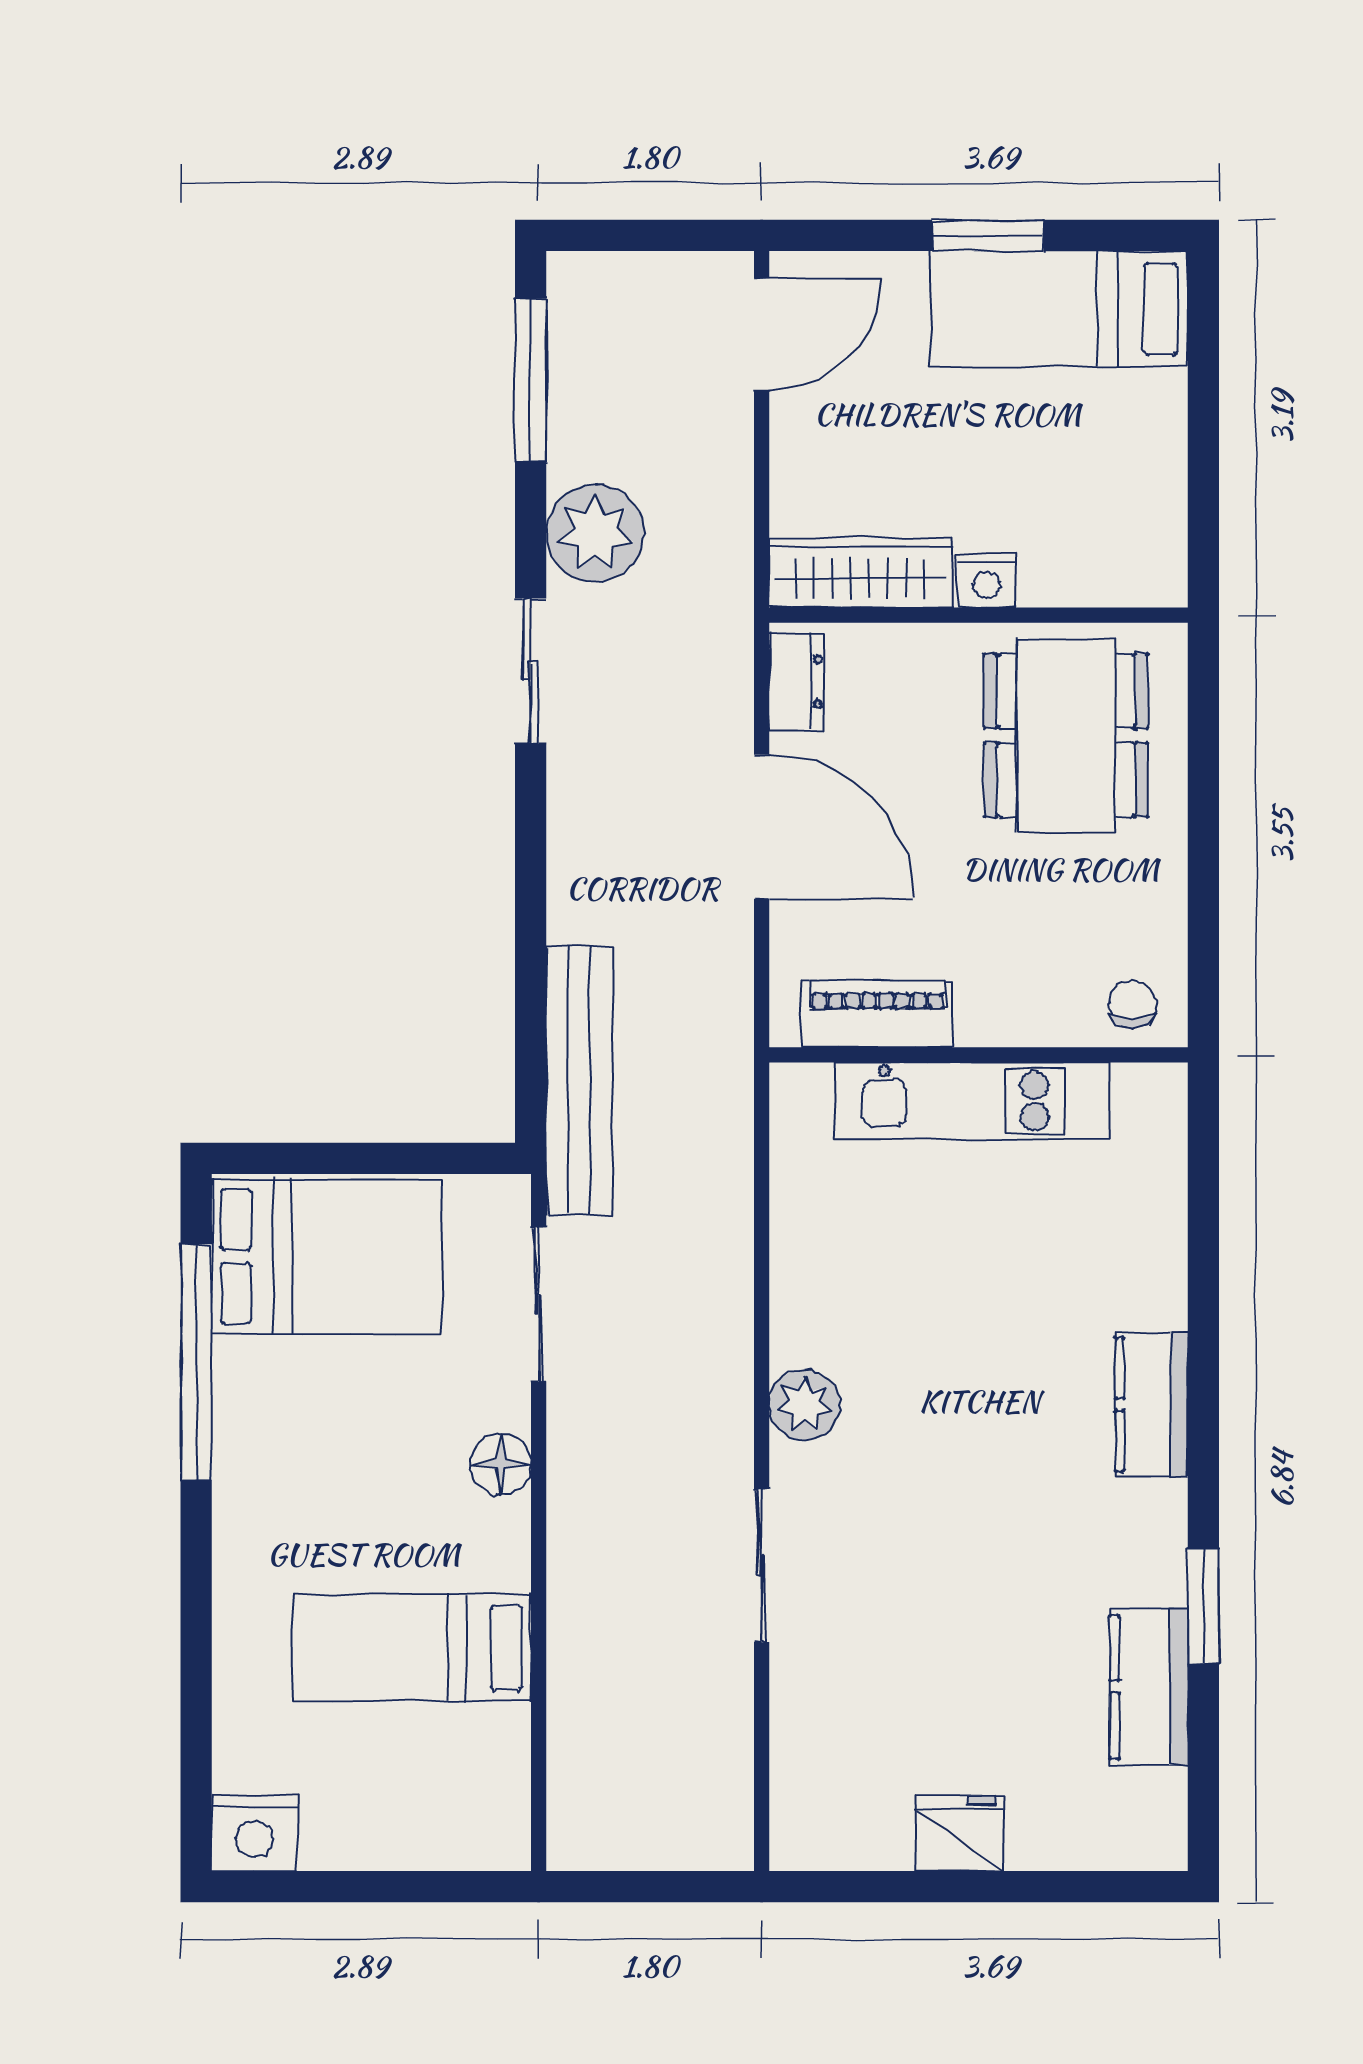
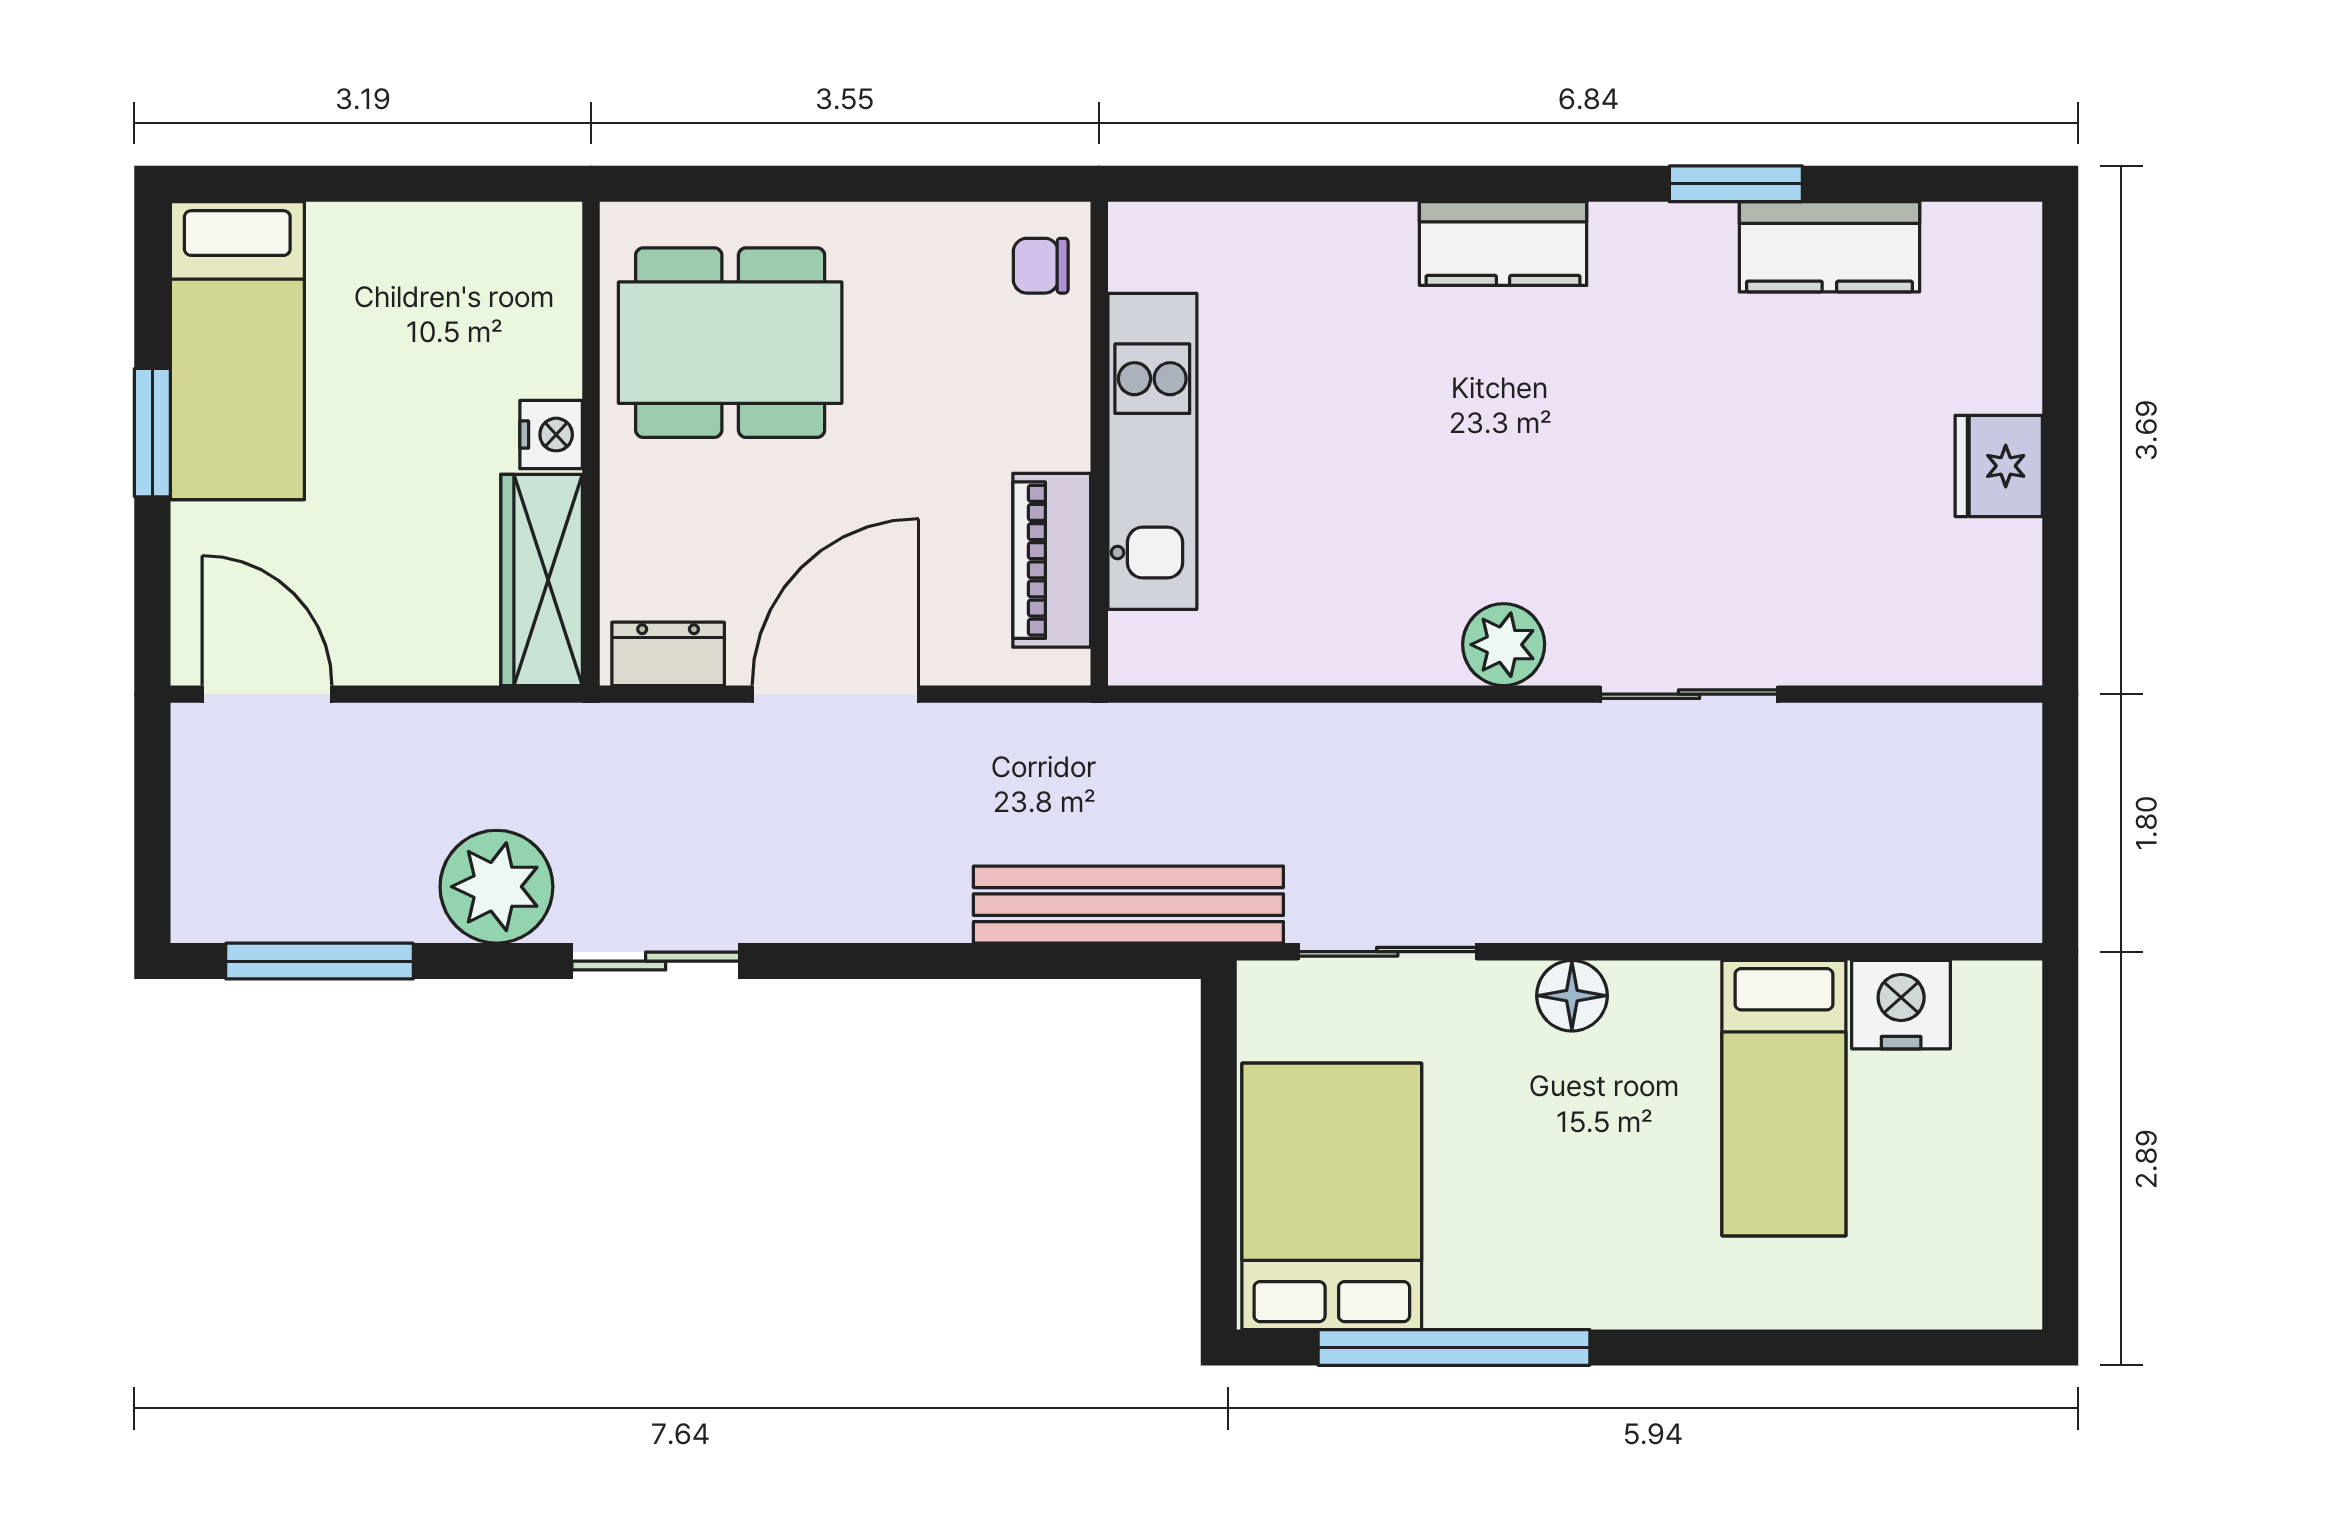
nightstand: (254, 1833) -> (1901, 1005), moved, turned -90

